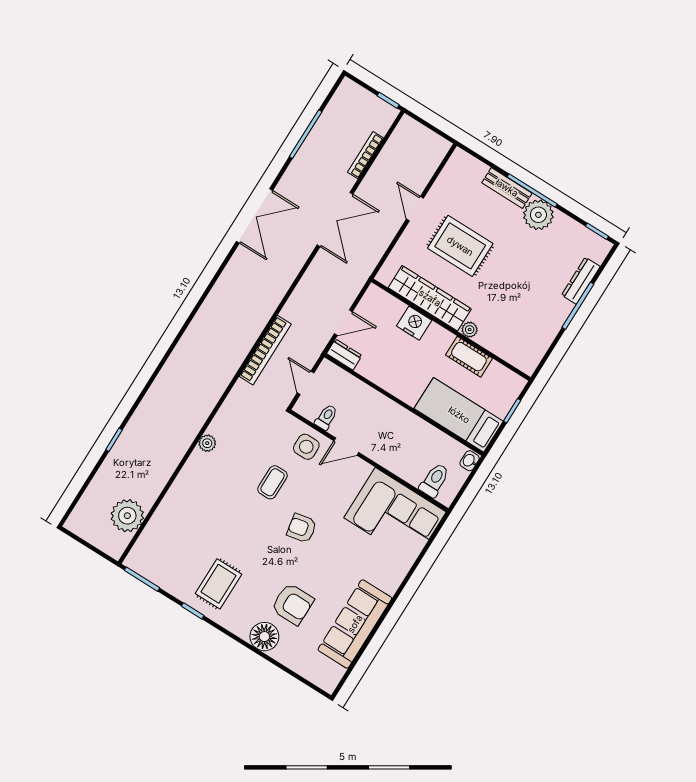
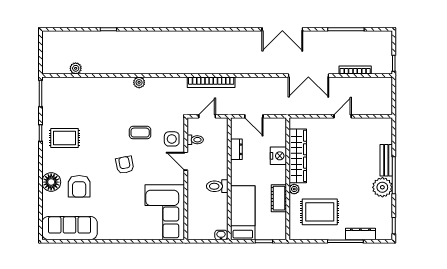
rug: (460, 246) -> (320, 212), moved, turned 90
dresser: (344, 355) -> (236, 149), moved
toilet: (434, 480) -> (217, 186), moved, turned 180
plant: (127, 516) -> (76, 68), width x0.53, depth x0.53
sofa: (355, 624) -> (69, 228), moved

